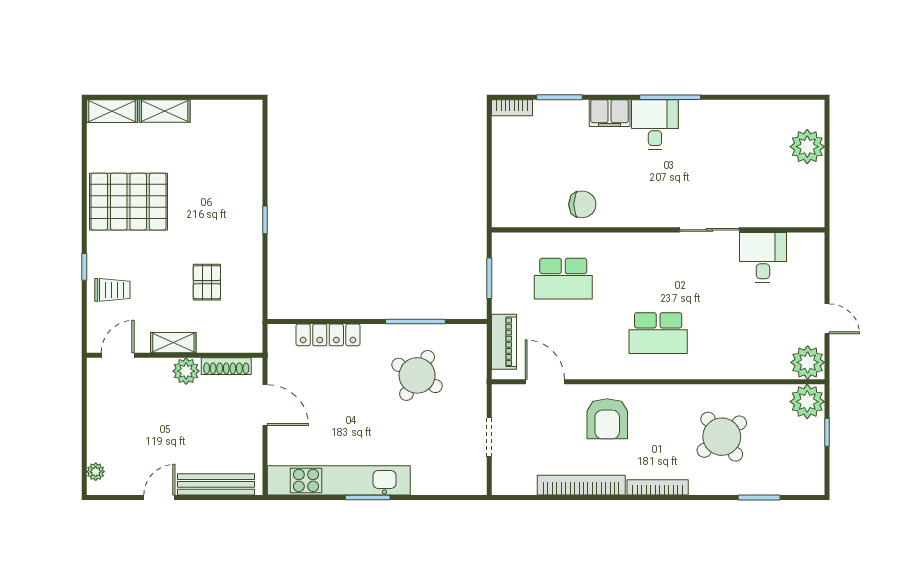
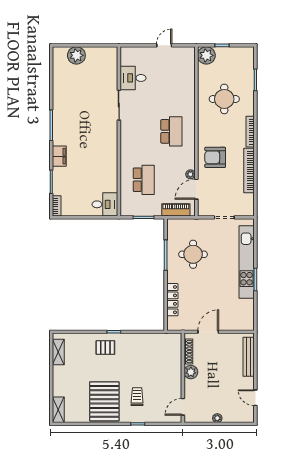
shelving: (165, 111) -> (58, 352), moved
desk: (655, 125) -> (105, 204), moved, turned 180
chair: (582, 204) -> (106, 170), removed
pallet: (207, 282) -> (105, 348), moved
trolley: (112, 290) -> (137, 397), moved
shelving: (173, 343) -> (176, 378), removed
door: (118, 355) -> (183, 407), hinge flipped
plant: (808, 362) -> (190, 174), moved, width x0.53, depth x0.53
round table: (417, 375) -> (193, 254), turned -30
armchair: (607, 419) -> (215, 157), turned 180
round table: (722, 437) -> (224, 99), turned 38
plant: (96, 472) -> (217, 418), moved
kitchen unit: (339, 480) -> (247, 262), moved
door: (159, 498) -> (255, 398), moved

